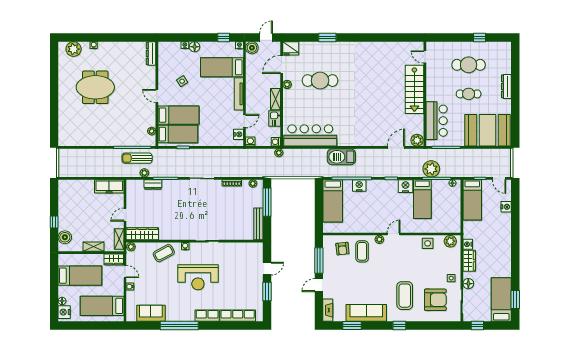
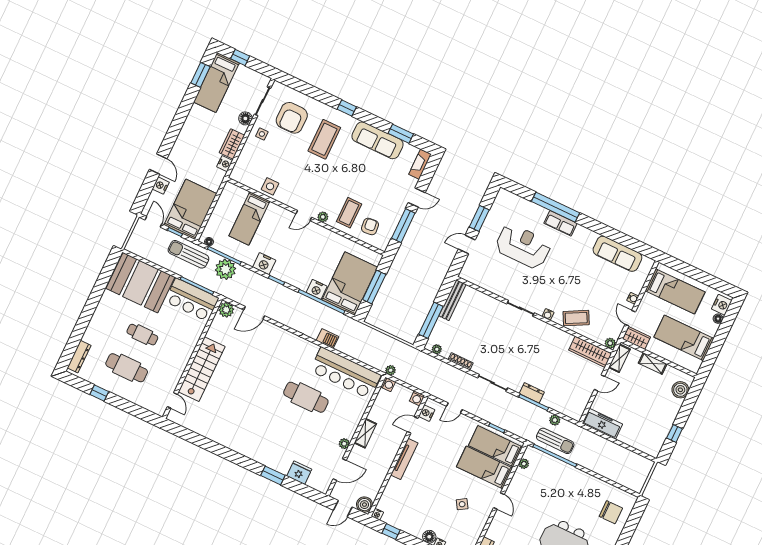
fridge: (291, 48) -> (299, 473), moved
bed: (222, 67) -> (409, 498), removed
cafe table: (320, 81) -> (306, 397), moved
dresser: (506, 86) -> (79, 357), moved
kitchen sink: (275, 119) -> (377, 411), removed
bar counter: (437, 121) -> (192, 300), moved, turned -90
chair: (73, 126) -> (611, 512), added
door: (220, 147) -> (454, 408), added
barbecue: (341, 157) -> (327, 339), width x0.53, depth x0.65
sun lounger: (463, 167) -> (188, 254), added
dresser: (153, 185) -> (532, 393), moved
bed: (422, 199) -> (249, 219), moved, turned 180
bed: (472, 200) -> (190, 209), width x1.50
bed: (333, 201) -> (350, 284), width x1.50
window: (319, 207) -> (374, 287), added
door: (515, 221) -> (158, 164), added
window: (54, 222) -> (675, 433), moved
plant: (450, 241) -> (243, 177), removed
reception desk: (198, 277) -> (523, 246), moved
armchair: (435, 300) -> (292, 118), turned -90
sofa: (151, 313) -> (617, 254), width x1.36
row of seats: (238, 316) -> (526, 207), removed
window: (179, 325) -> (555, 207), moved
window: (477, 325) -> (240, 57), moved

